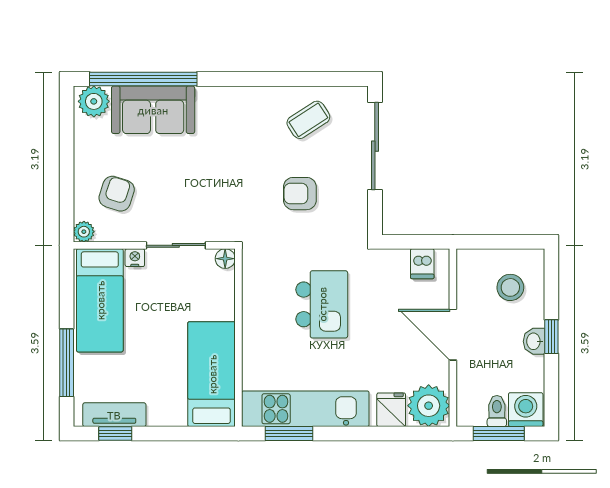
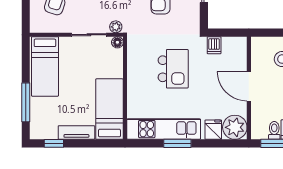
plant: (84, 232) -> (116, 27), moved
nightstand: (135, 258) -> (65, 42), removed
dishwasher: (422, 264) -> (214, 45), moved
tv unit: (114, 415) -> (76, 132), moved
window: (289, 433) -> (177, 143), moved

